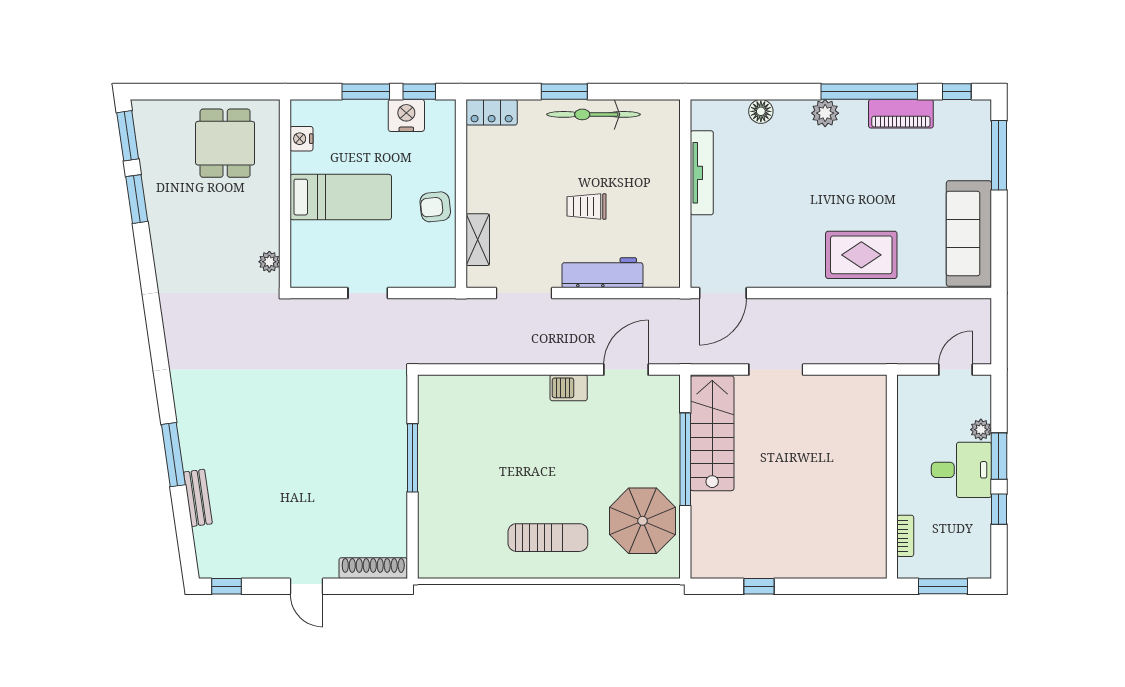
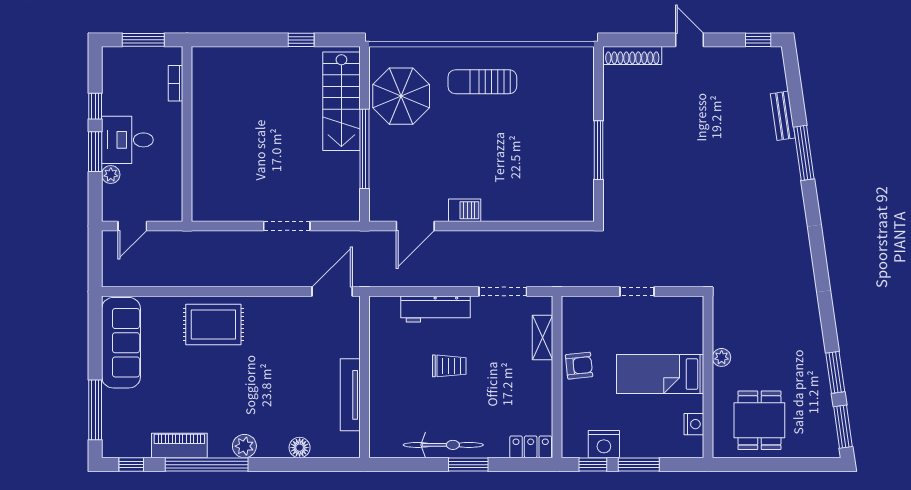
plant: (269, 262) -> (722, 357), moved
stairs: (712, 433) -> (341, 101), moved

